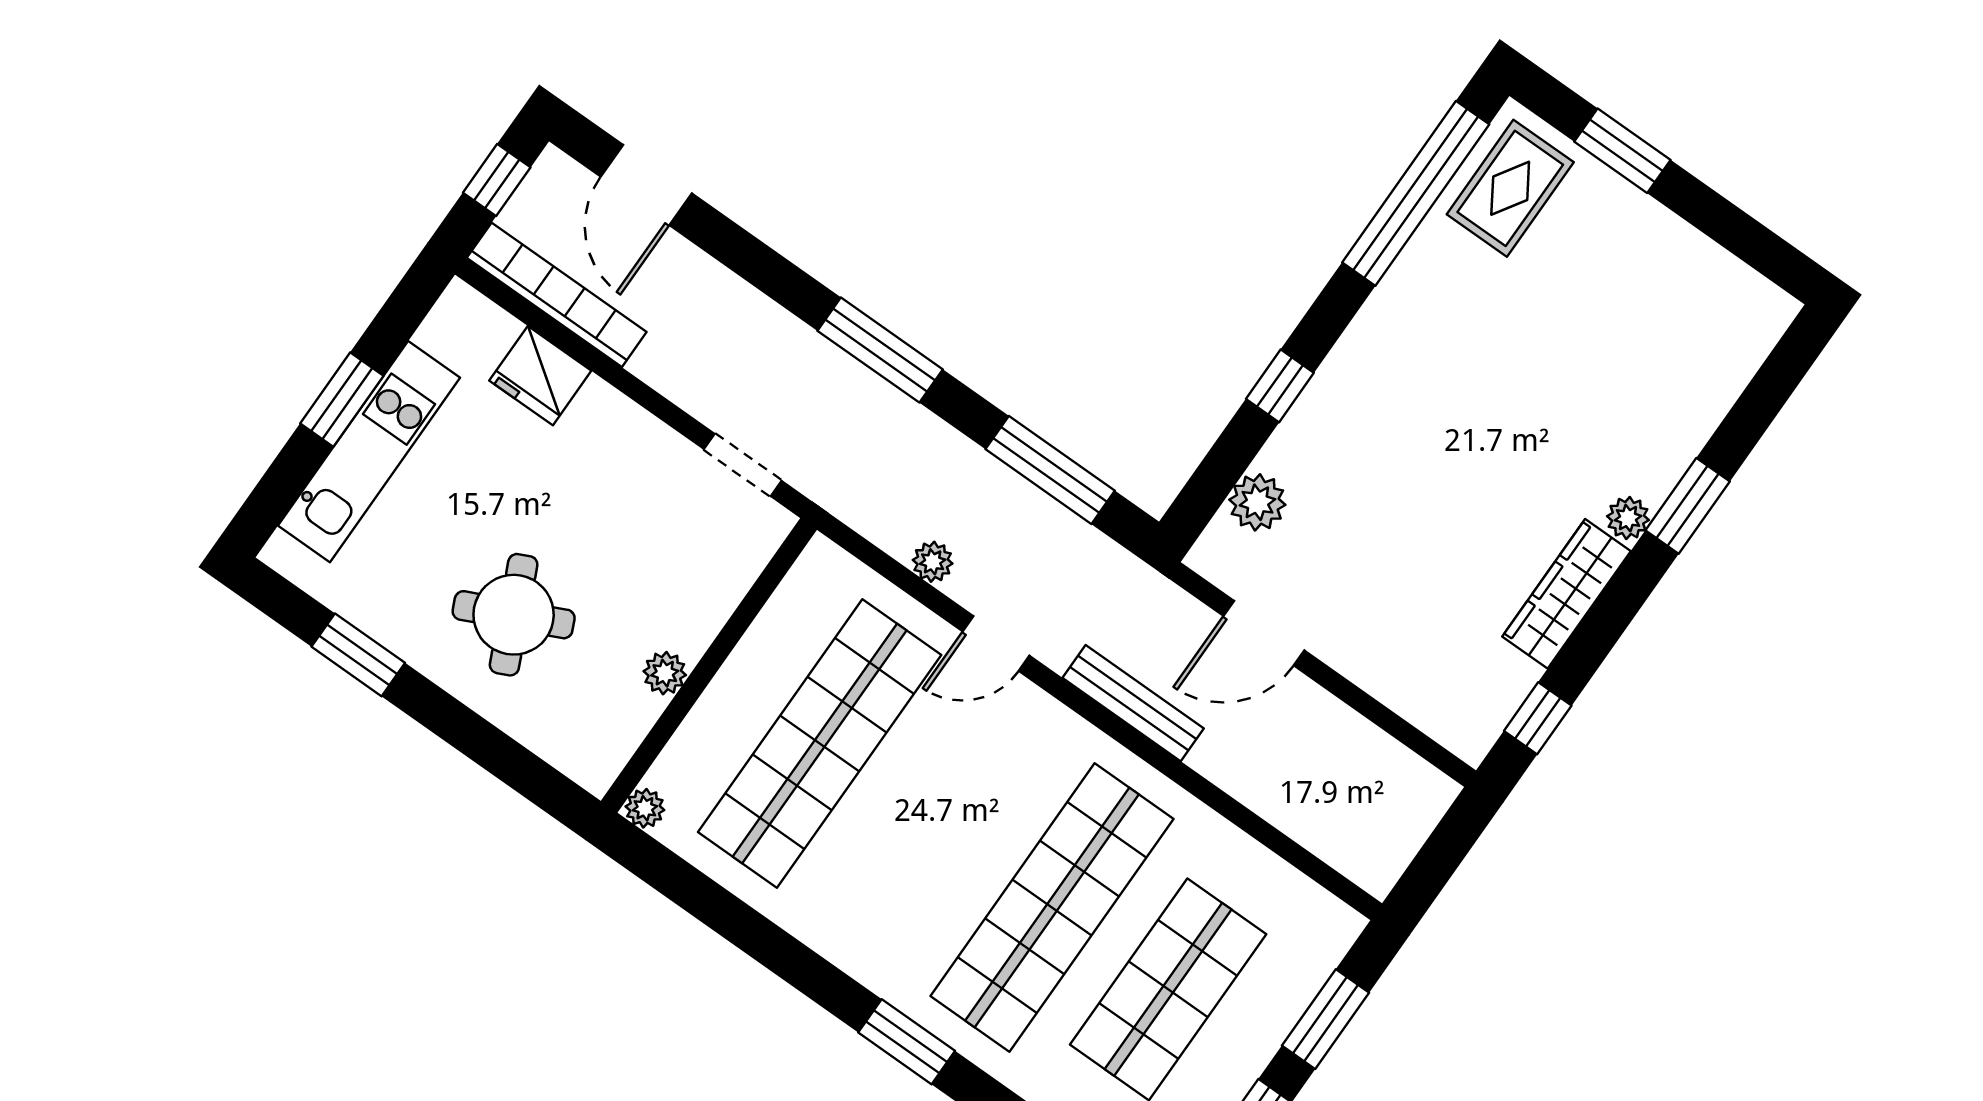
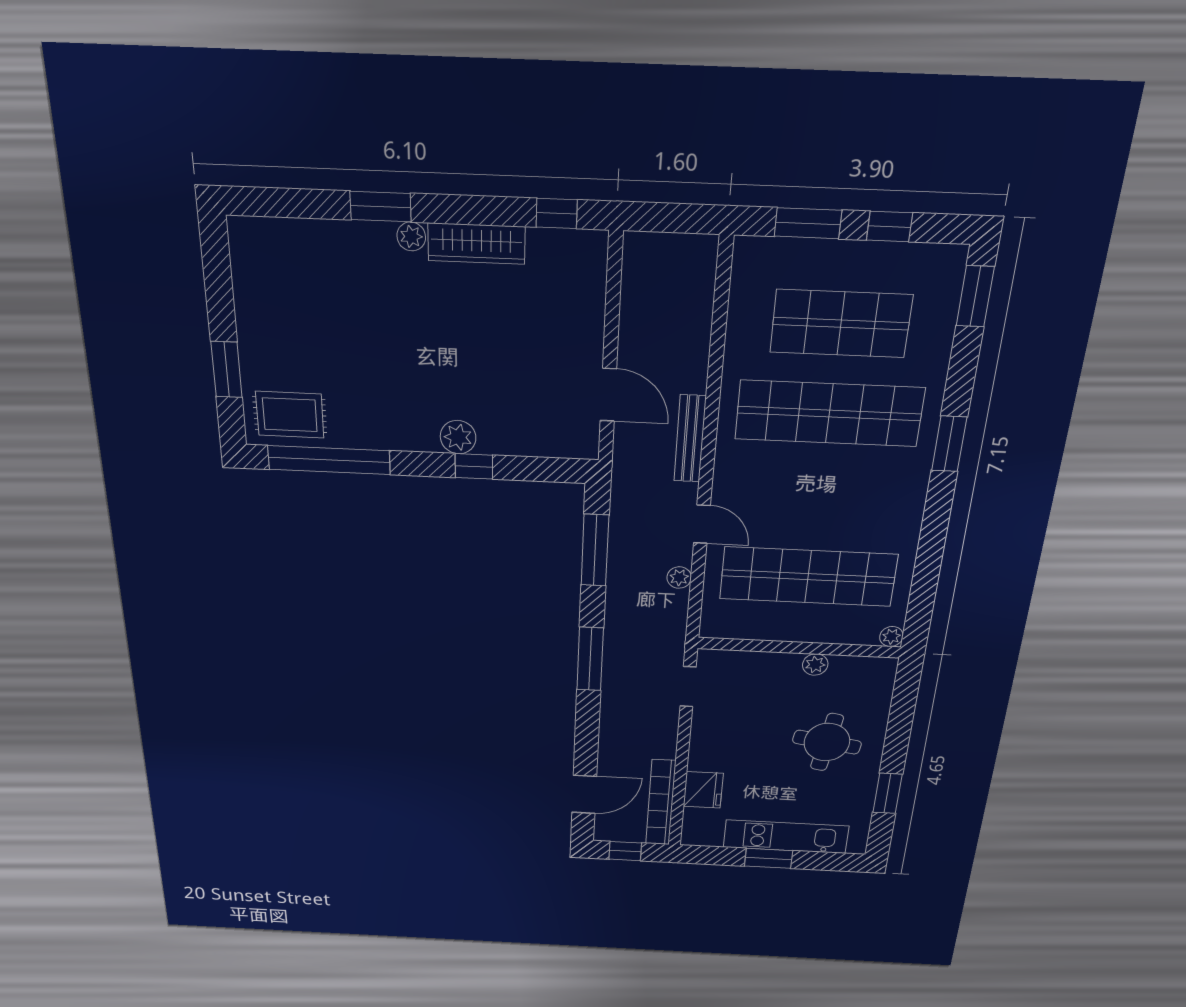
plant: (1257, 502) -> (458, 437), moved
round table: (514, 615) -> (827, 742), turned 34

